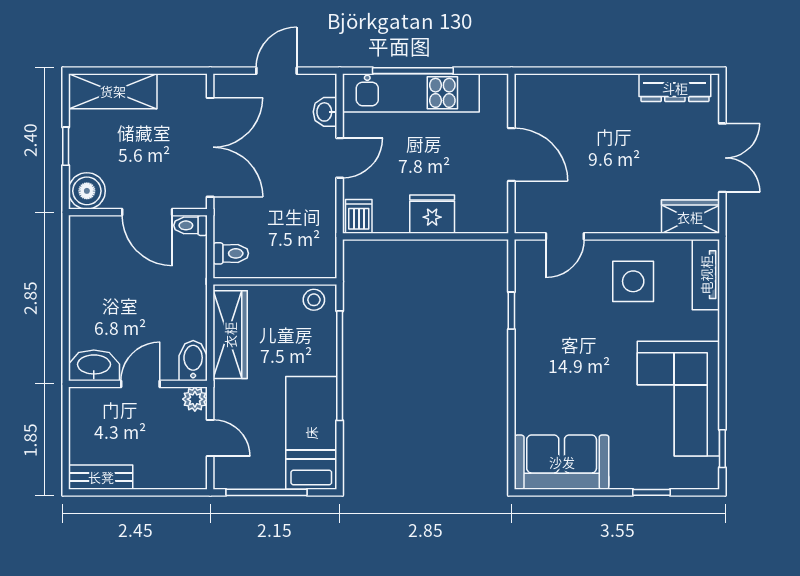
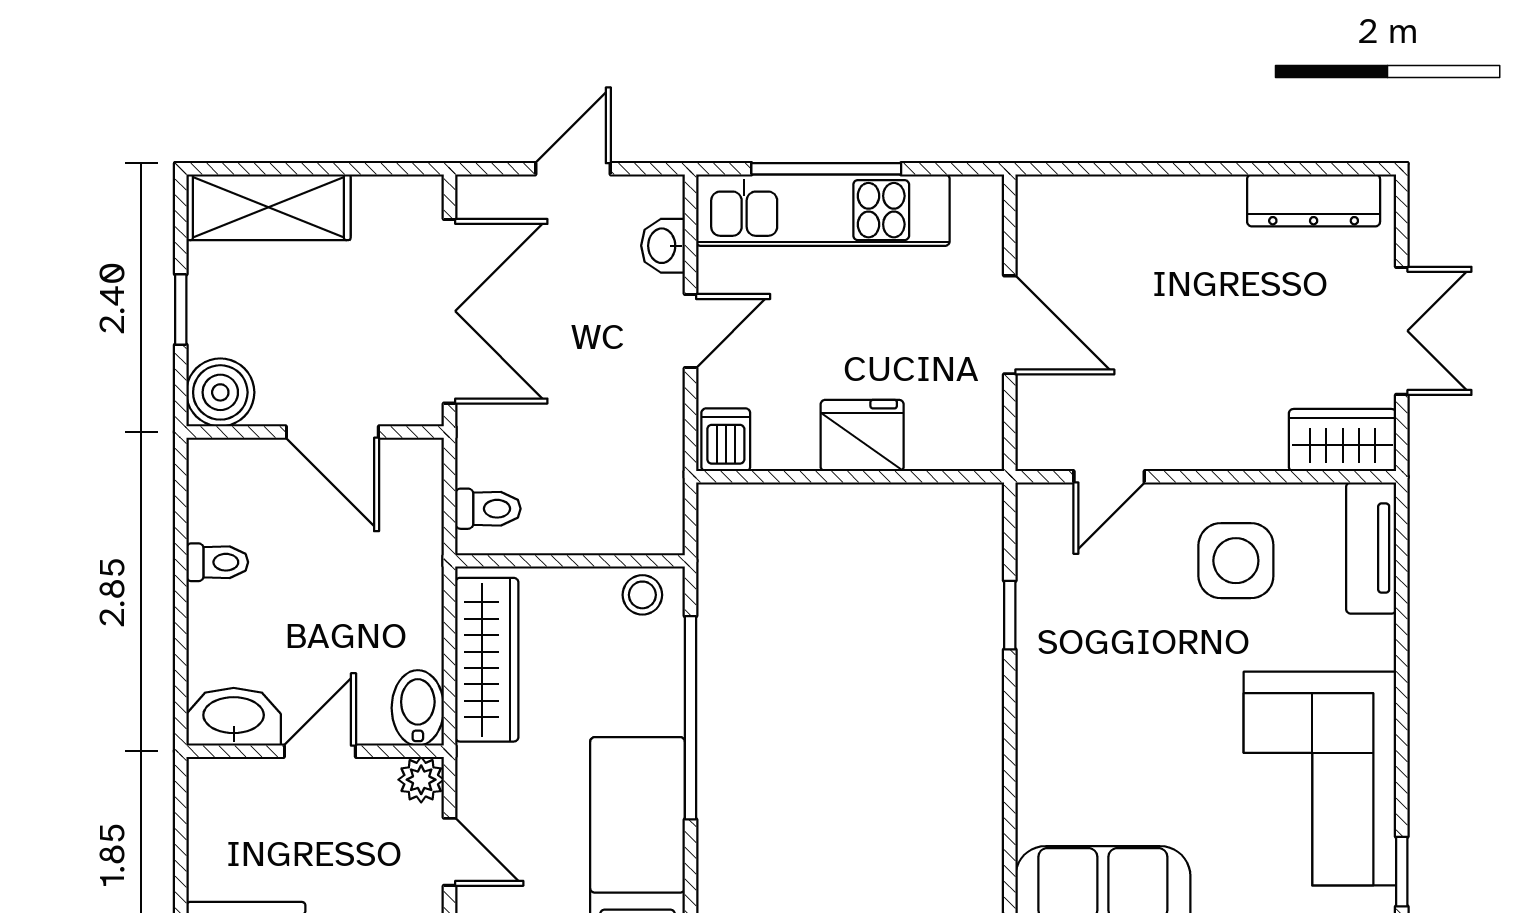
toilet: (191, 225) -> (217, 562), moved, turned 180

